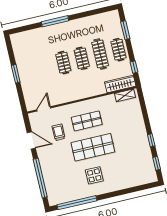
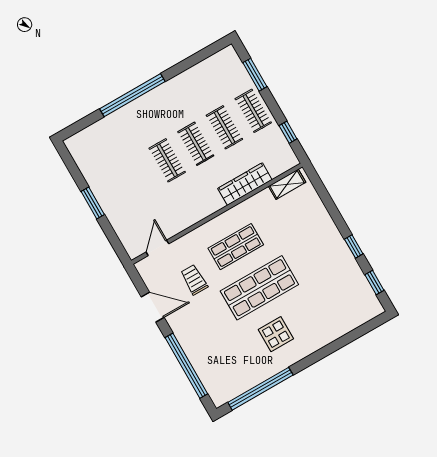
window: (55, 21) -> (132, 95), width x1.46
clothes rail: (100, 54) -> (224, 127), width x0.73
wardrobe: (120, 84) -> (245, 184), moved

